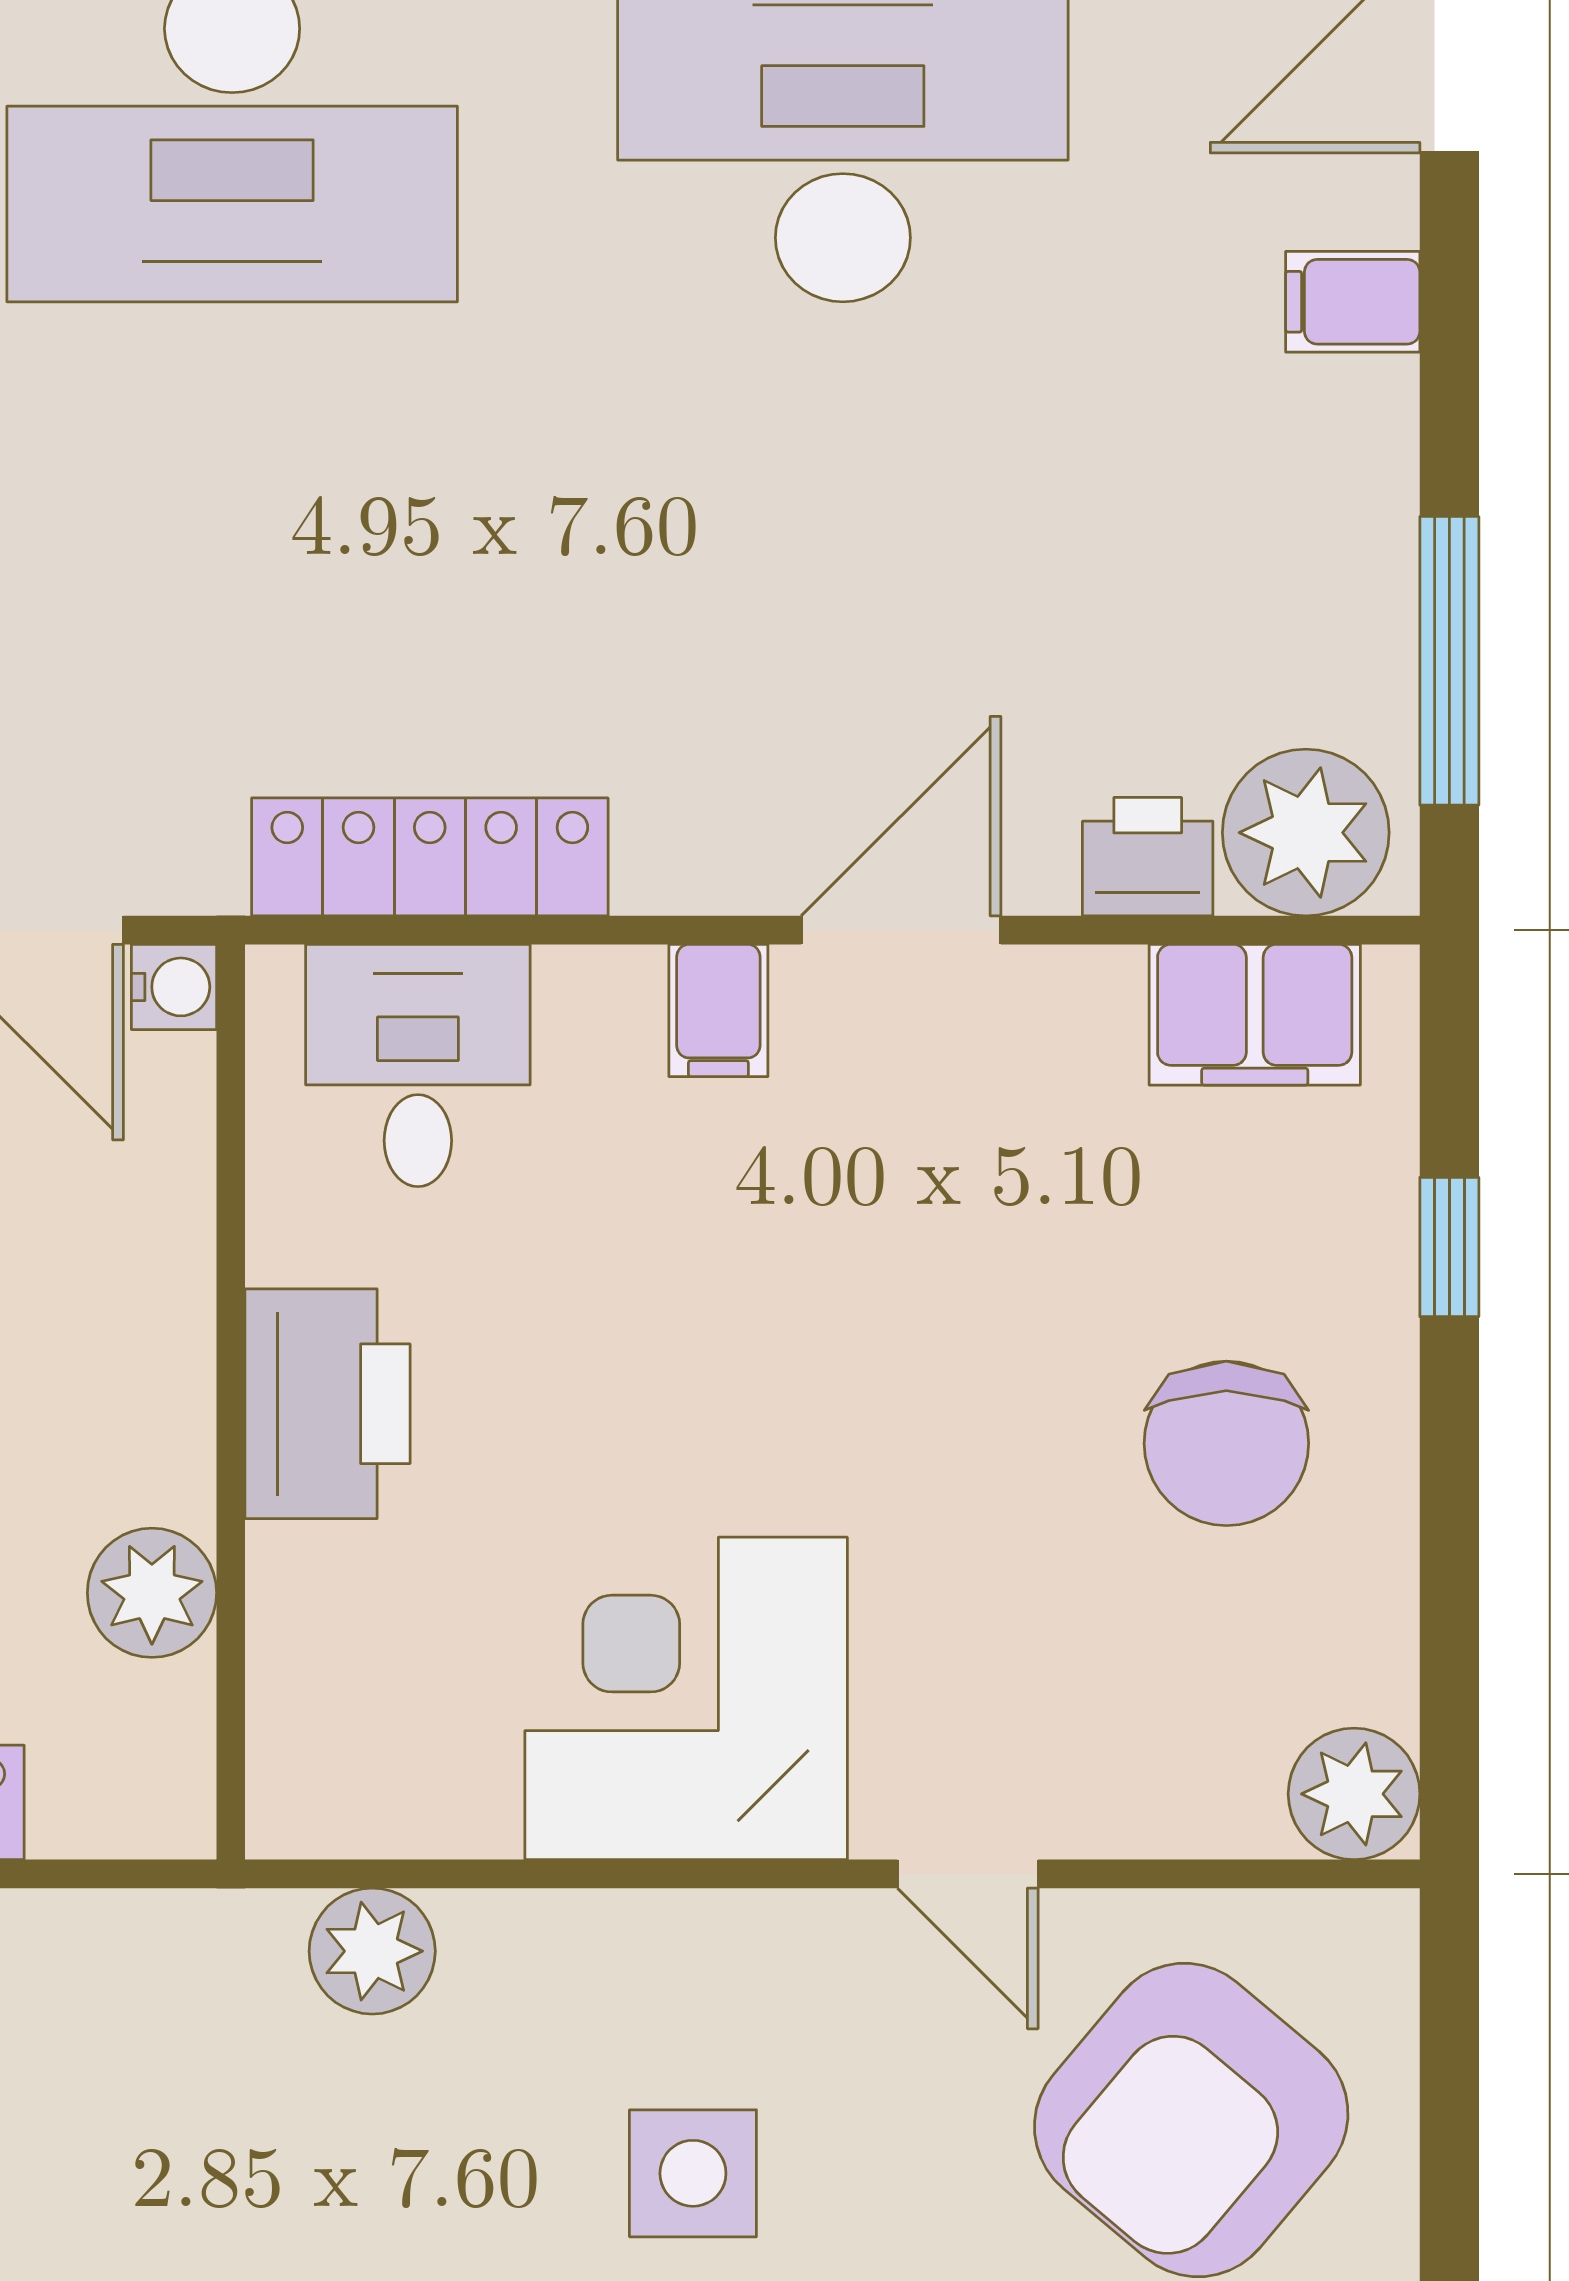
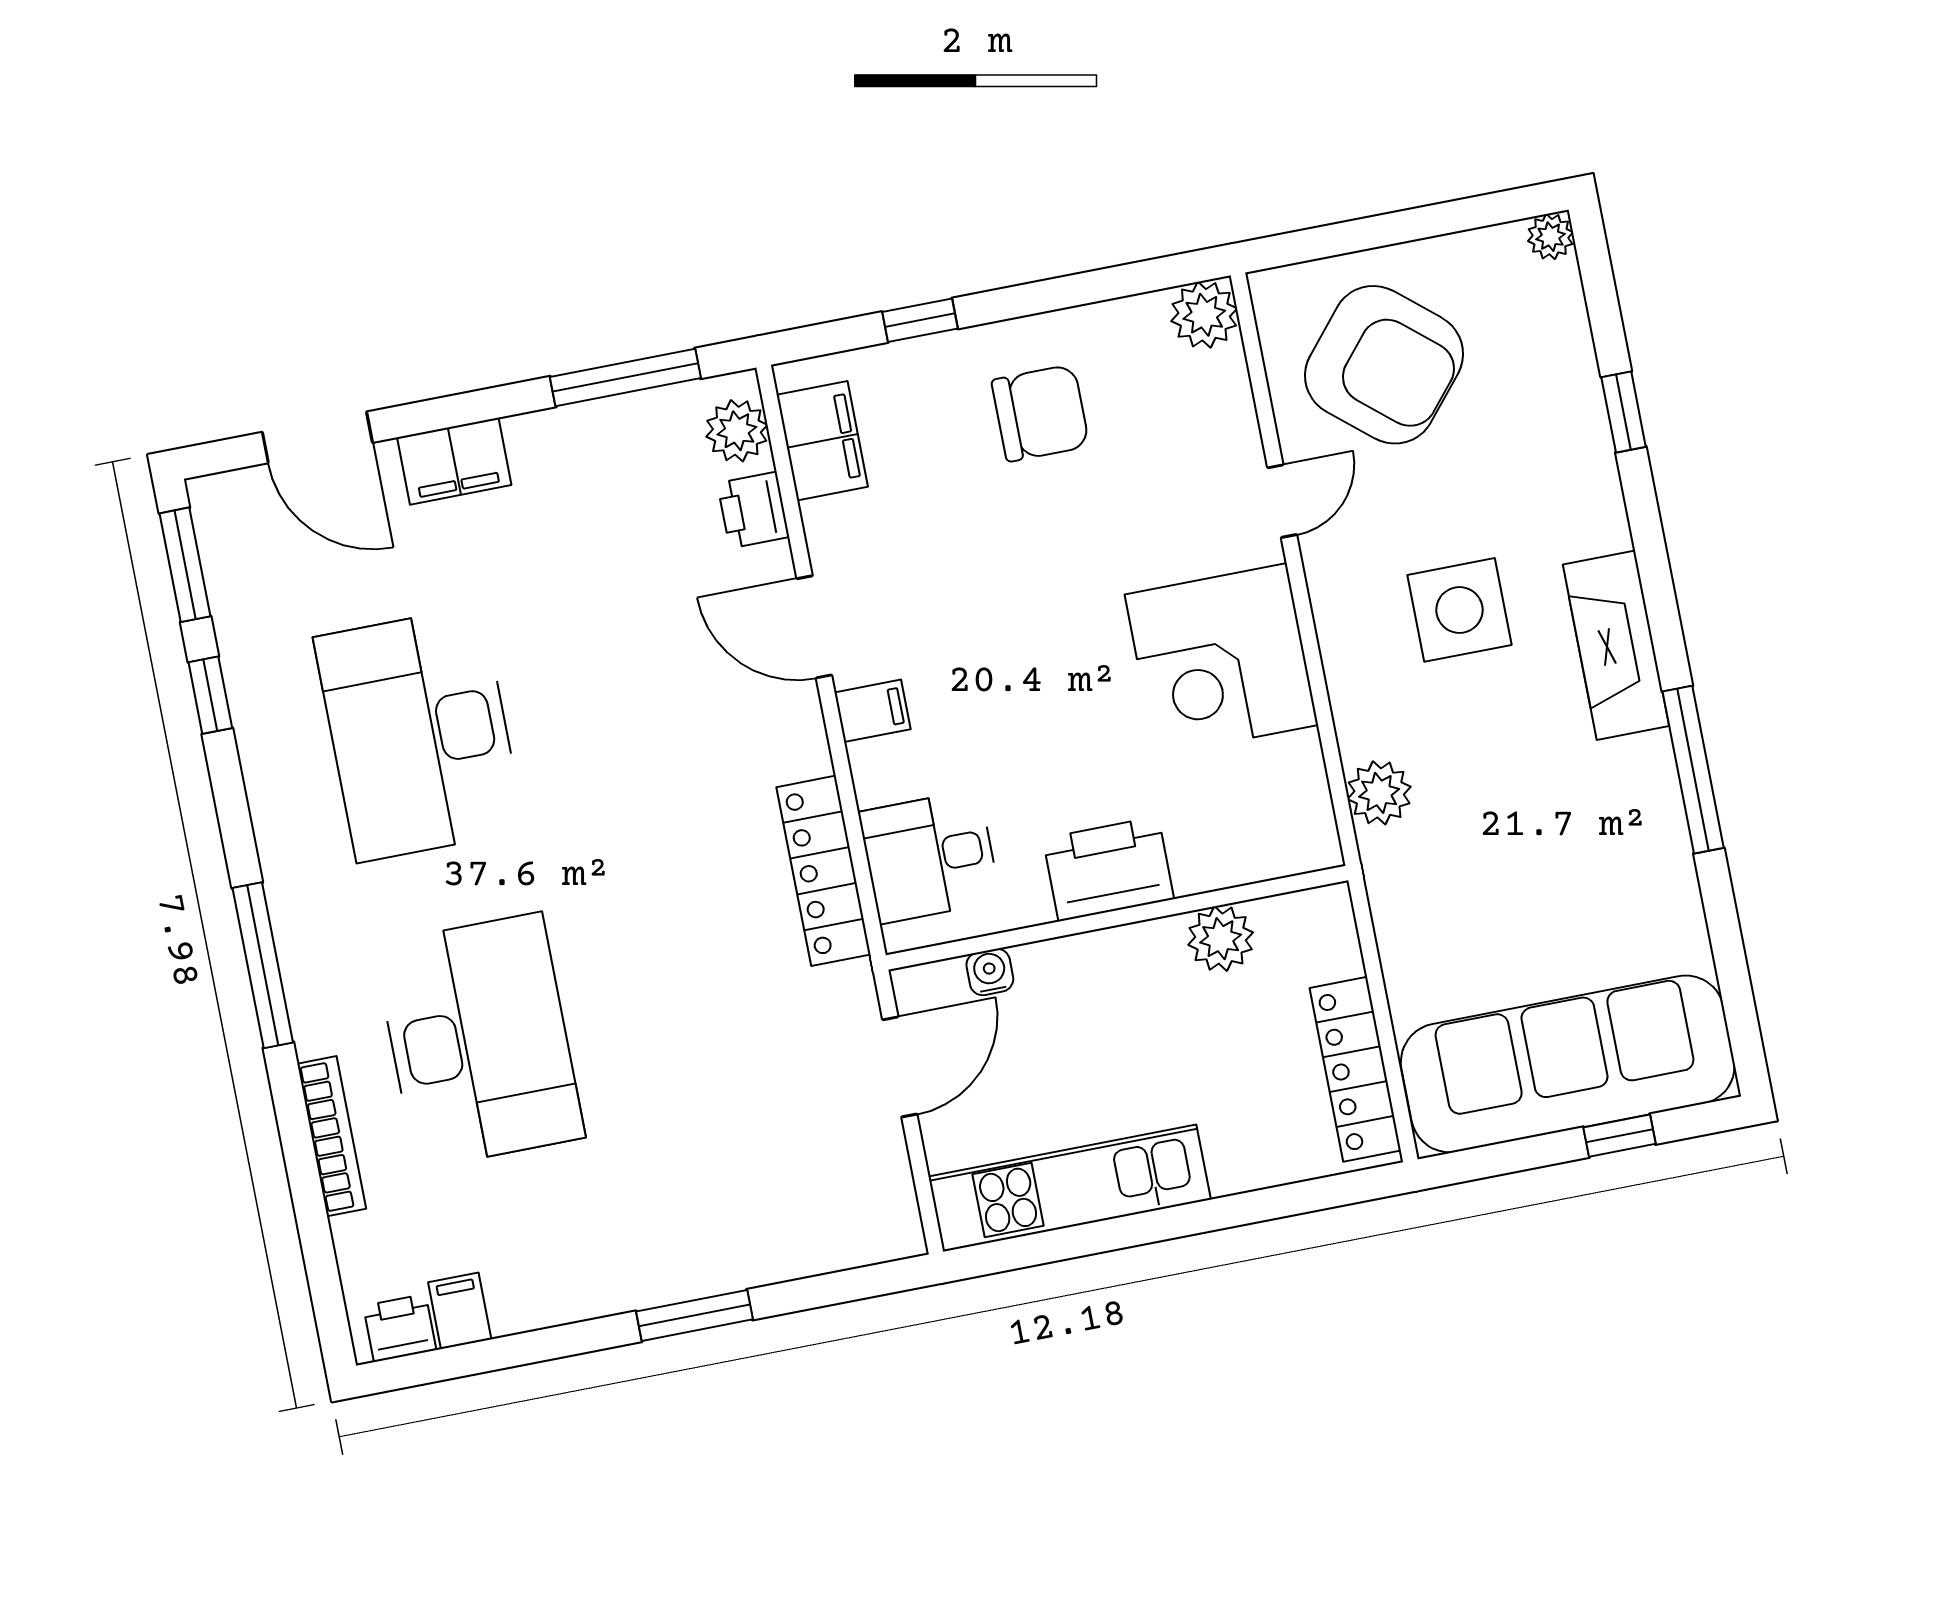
filing cabinet: (1353, 302) -> (454, 461), width x2.00
plant: (1306, 833) -> (737, 431), width x0.73, depth x0.73
water cooler: (174, 987) -> (990, 972), moved
side table: (693, 2173) -> (1459, 610), width x1.37, depth x1.37

